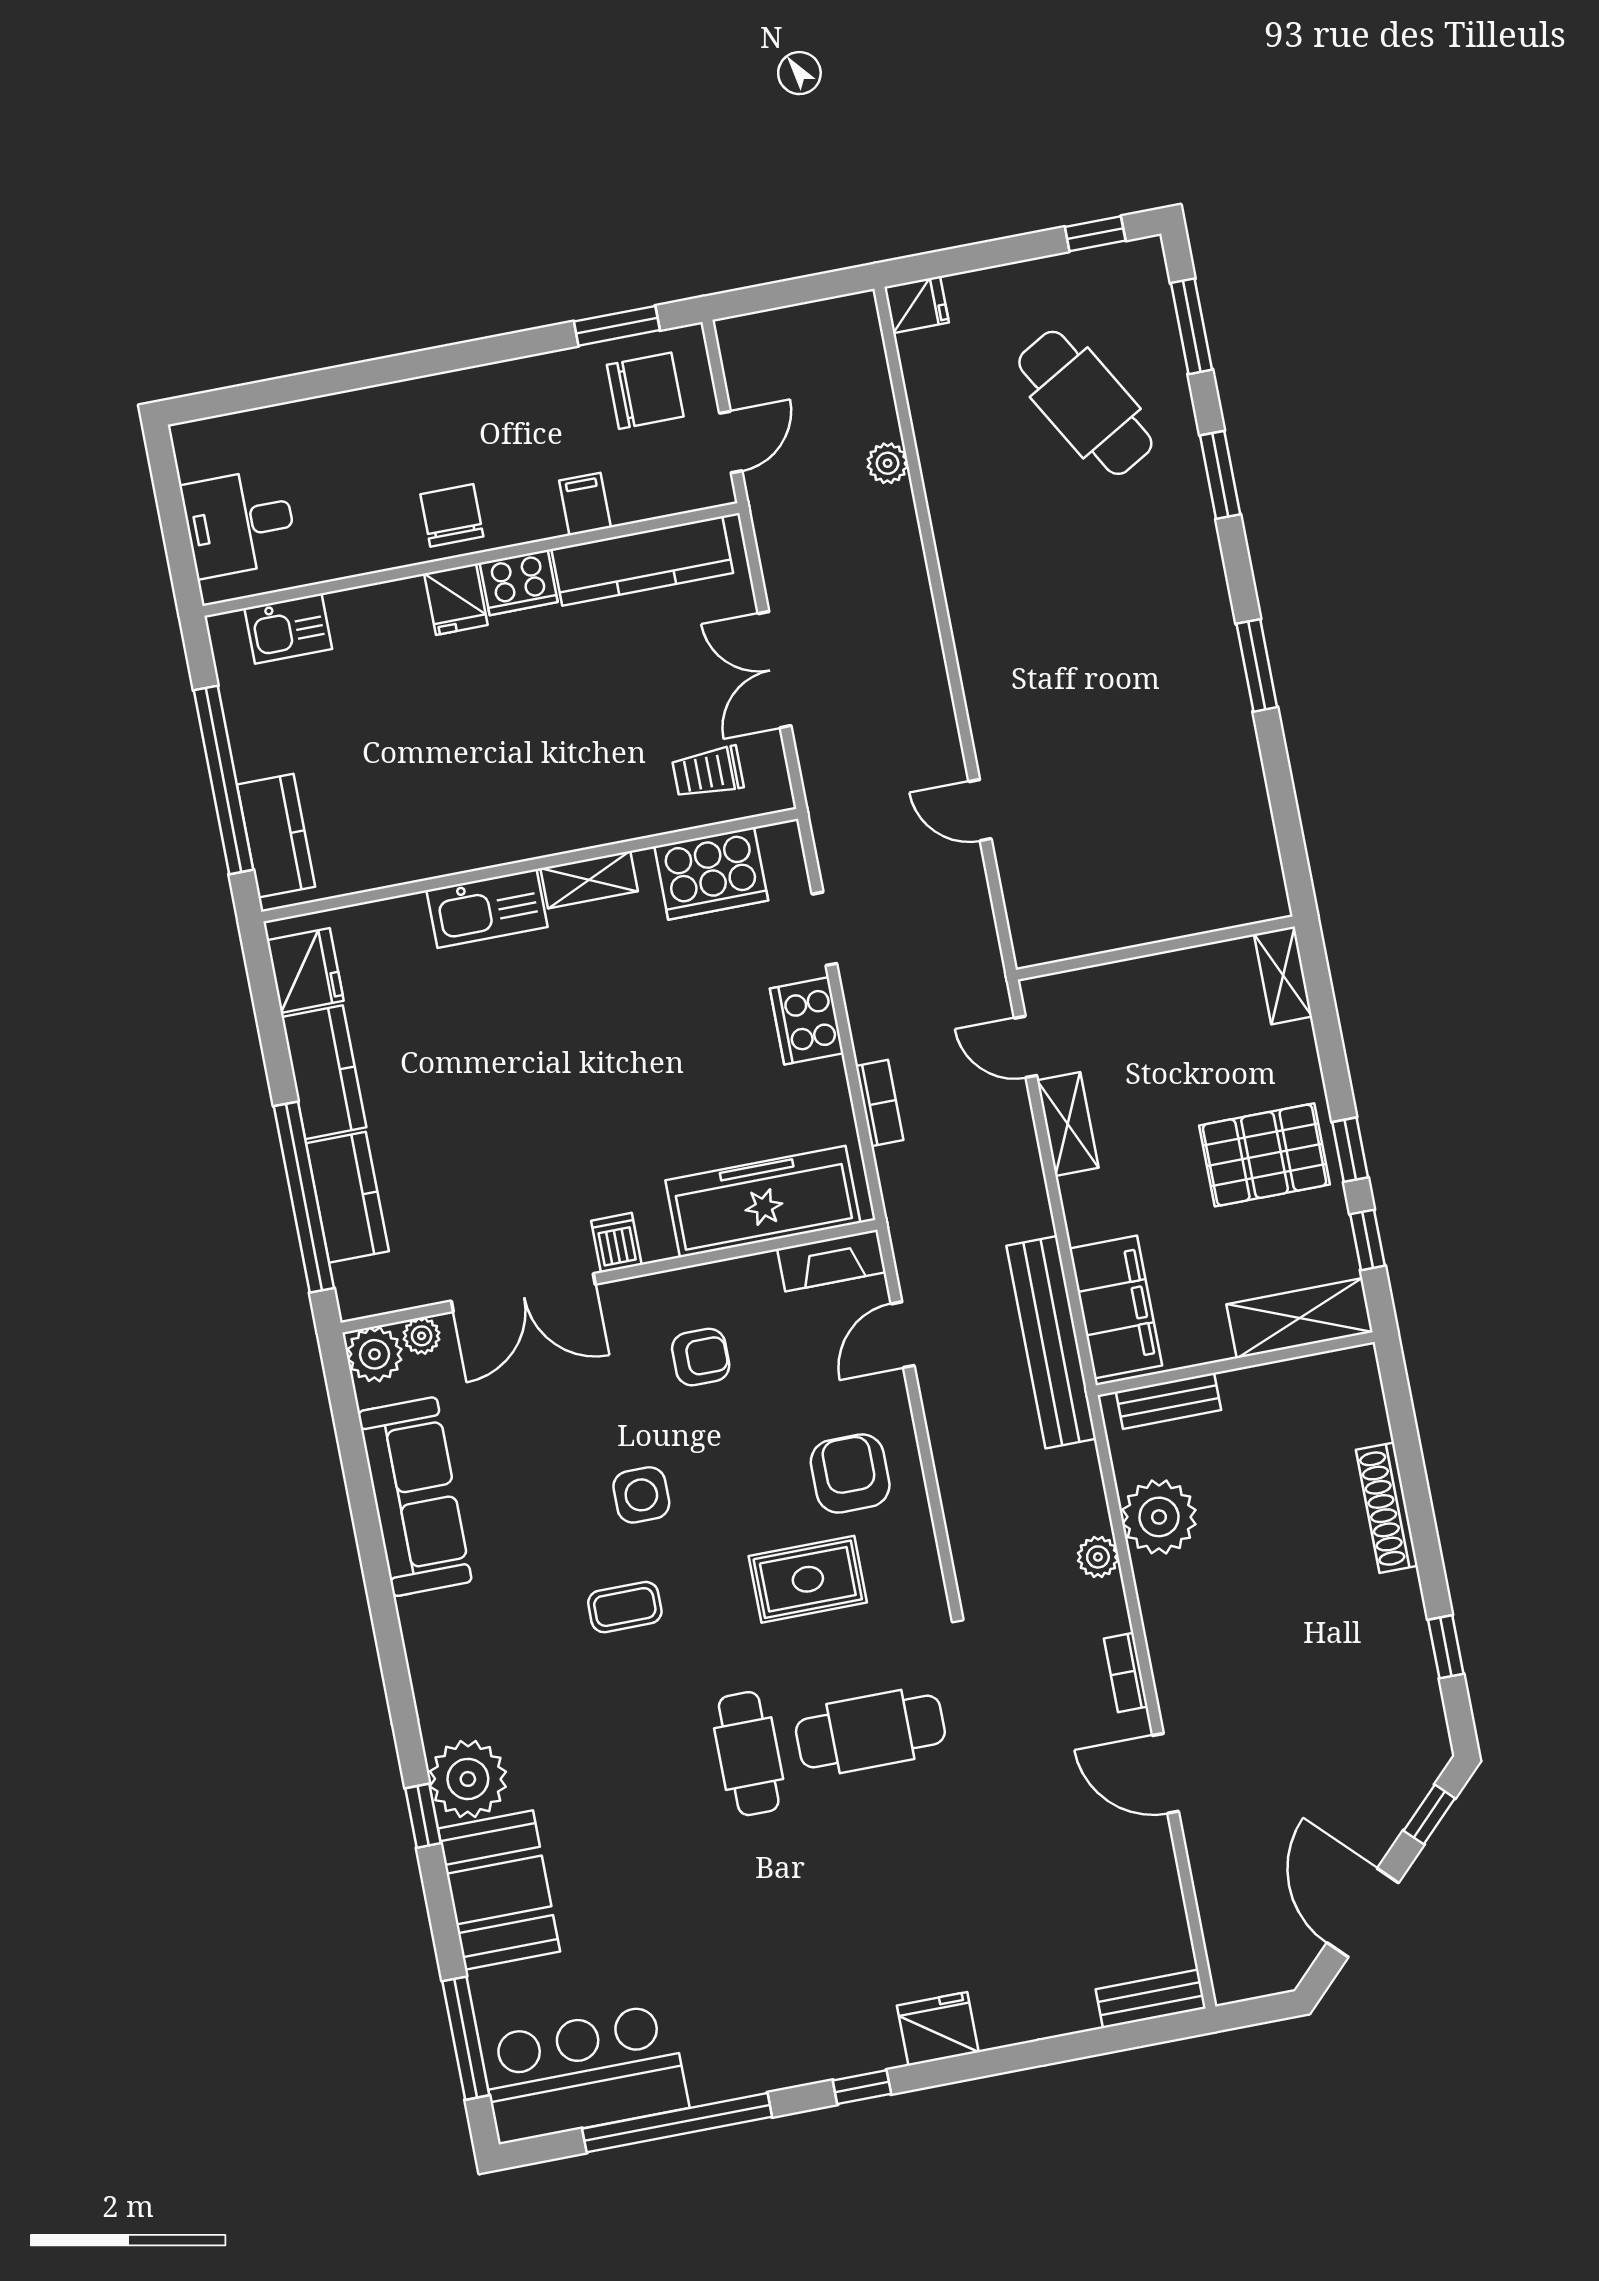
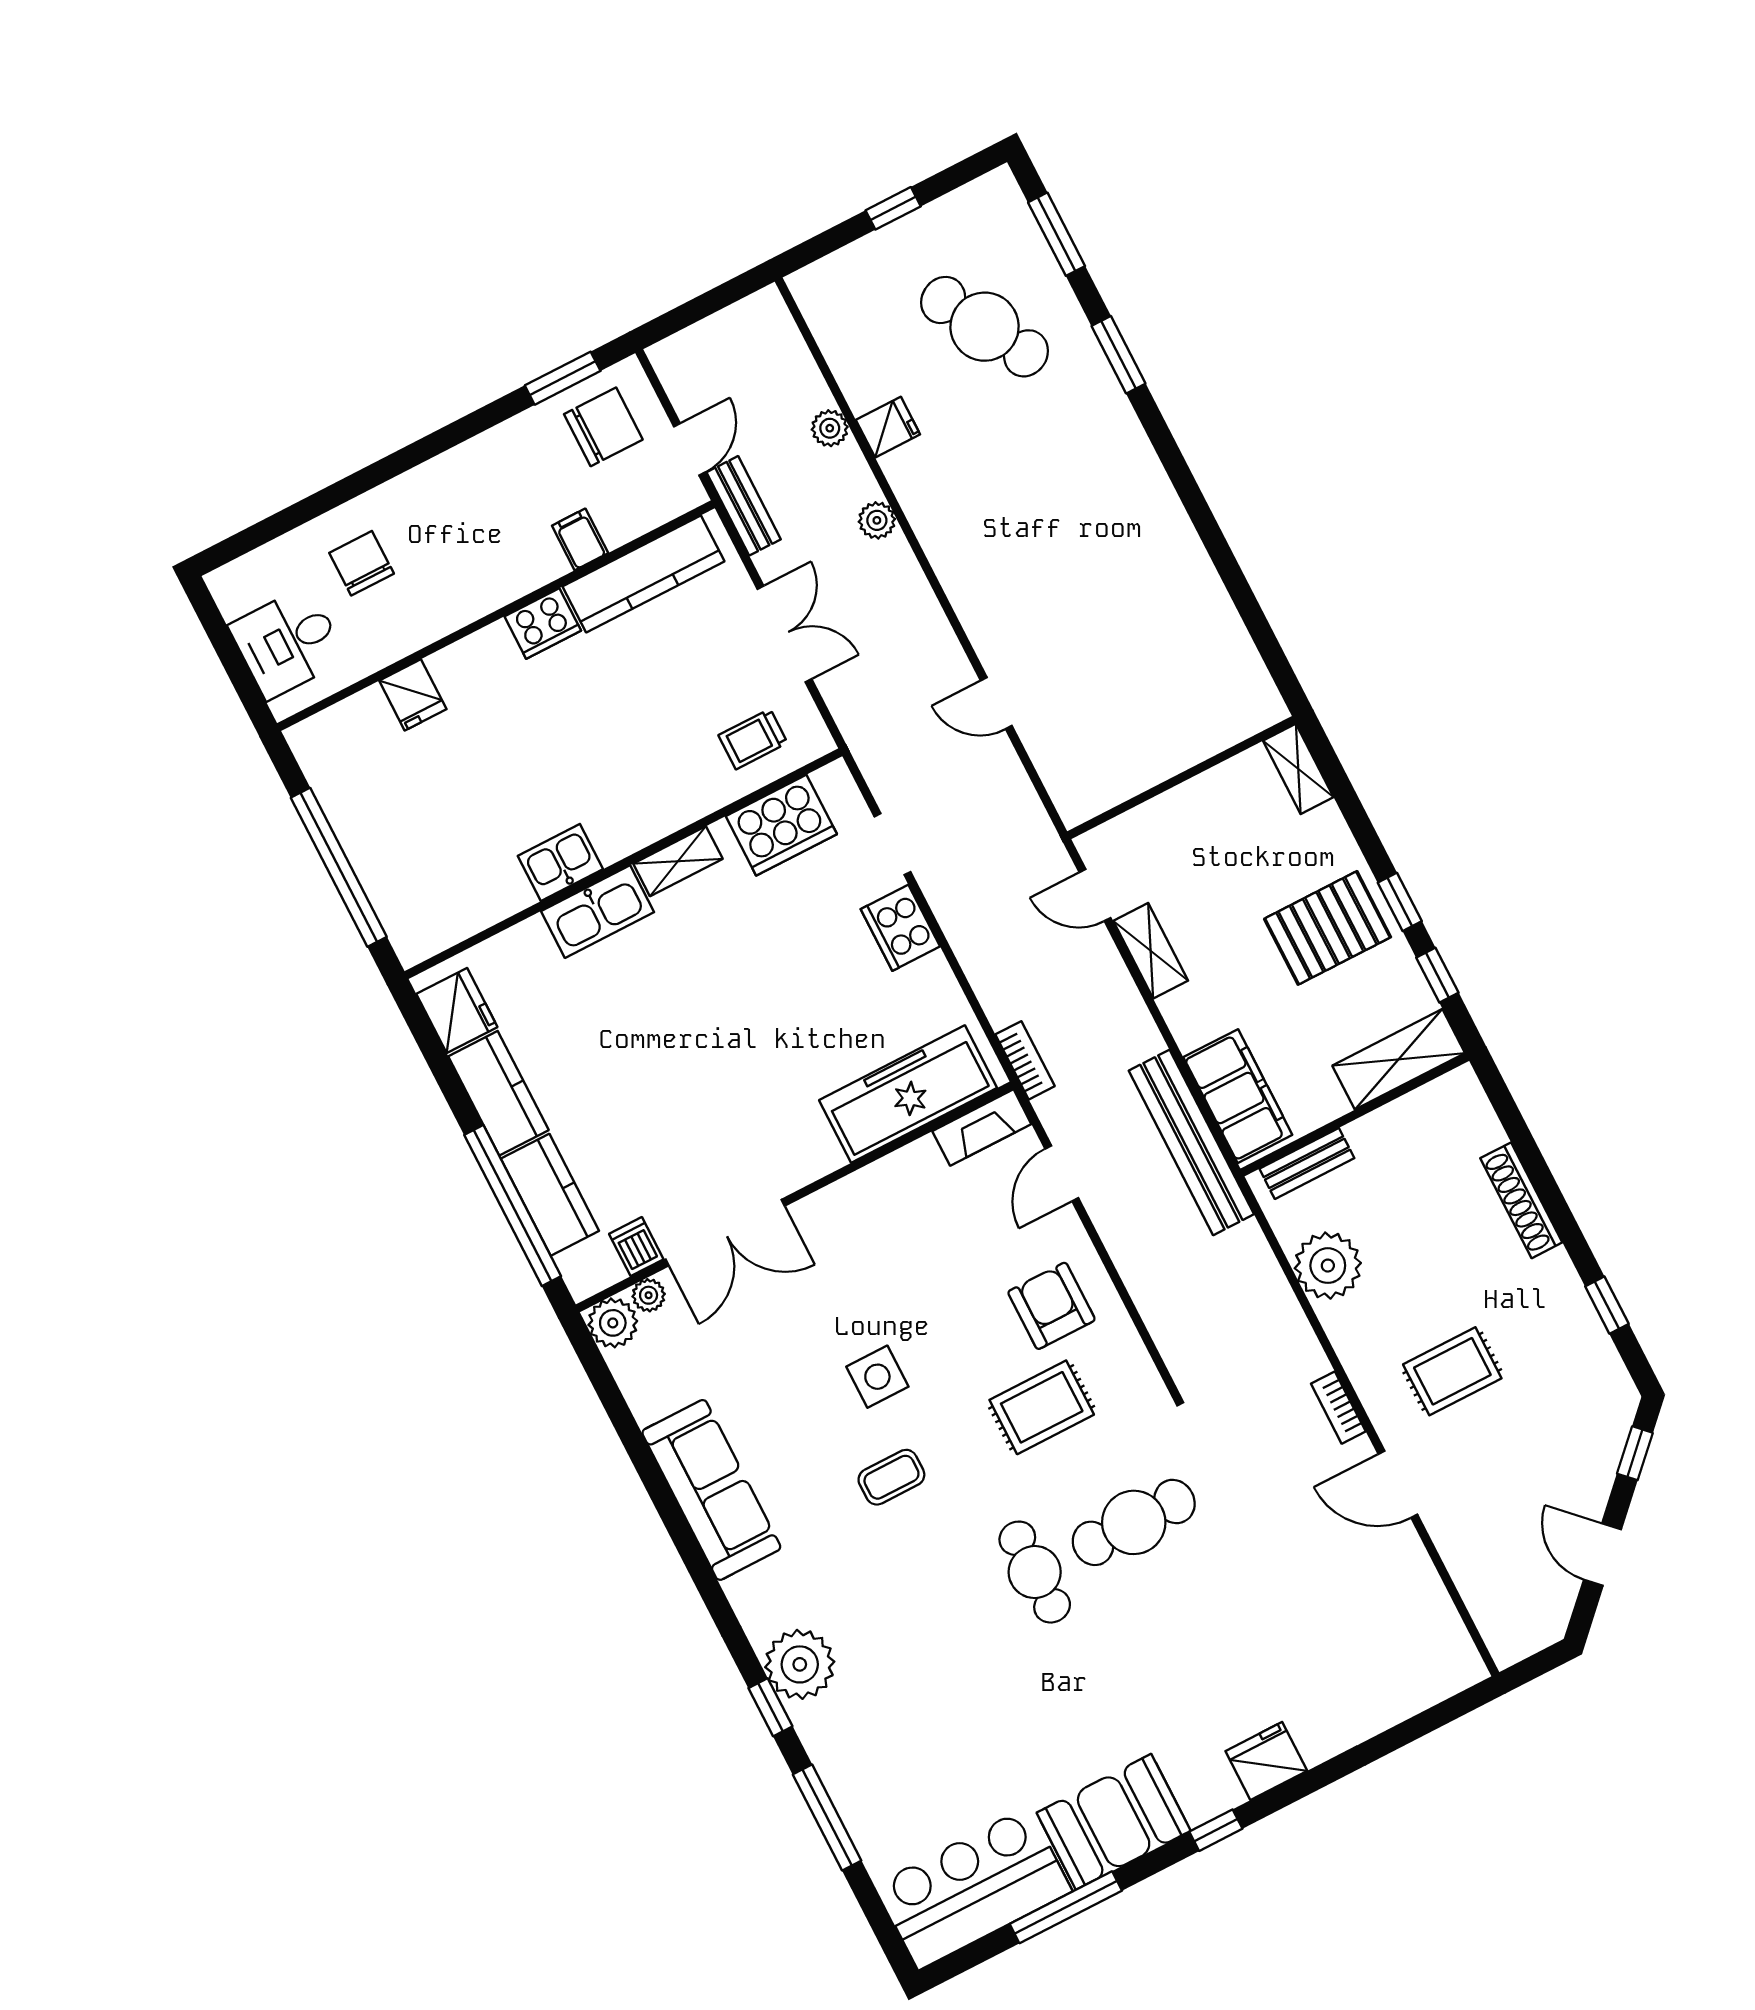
window: (1095, 234) -> (893, 208), moved
fridge: (916, 305) -> (888, 427), moved
chair: (452, 515) -> (362, 563), moved
fridge: (456, 599) -> (413, 695), moved
kitchen sink: (288, 629) -> (560, 863), moved, turned 180
window: (1257, 665) -> (1198, 509), removed
double door: (775, 670) -> (785, 634), swing flipped
kitchen counter: (276, 836) -> (398, 902), removed
bookcase: (880, 1103) -> (1025, 1060), moved
dishwasher: (616, 1243) -> (636, 1247), moved
armchair: (701, 1357) -> (894, 1243), removed
sofa: (415, 1497) -> (711, 1490), moved
plant: (1098, 1557) -> (877, 520), moved
rug: (1259, 1669) -> (1452, 1371), added
booth: (499, 1890) -> (1114, 1822), moved, turned 90
door: (1363, 1913) -> (1602, 1554), width x0.73
bench: (1151, 1999) -> (744, 506), moved, turned 90
window: (466, 2038) -> (827, 1817), moved
window: (677, 2123) -> (1066, 1907), width x0.68

